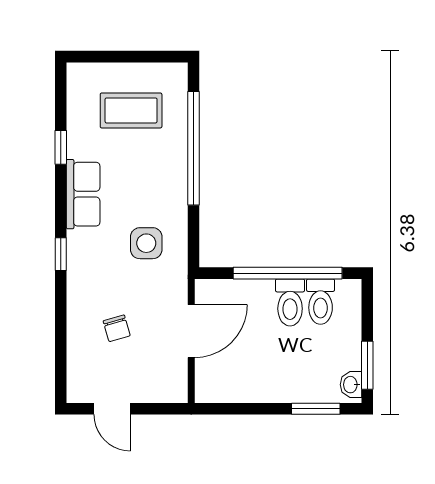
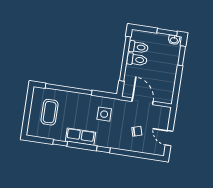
door: (112, 409) -> (169, 138), swing flipped

